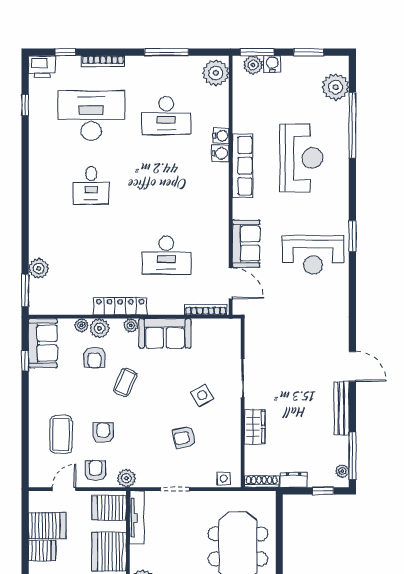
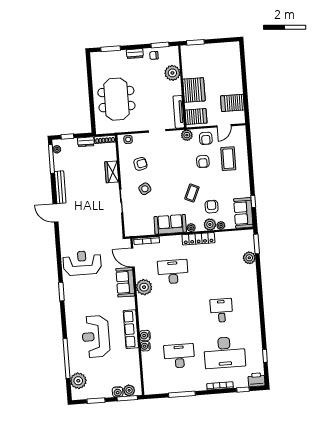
plant: (216, 73) -> (144, 287), moved
reception desk: (313, 255) -> (82, 263), moved
armchair: (184, 437) -> (140, 164), moved
server rack: (42, 551) -> (234, 88), removed

